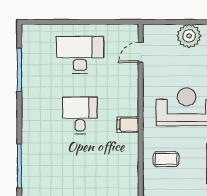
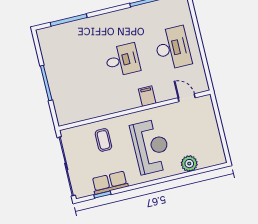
plant: (189, 36) -> (210, 135), removed
filing cabinet: (128, 125) -> (147, 96), moved

